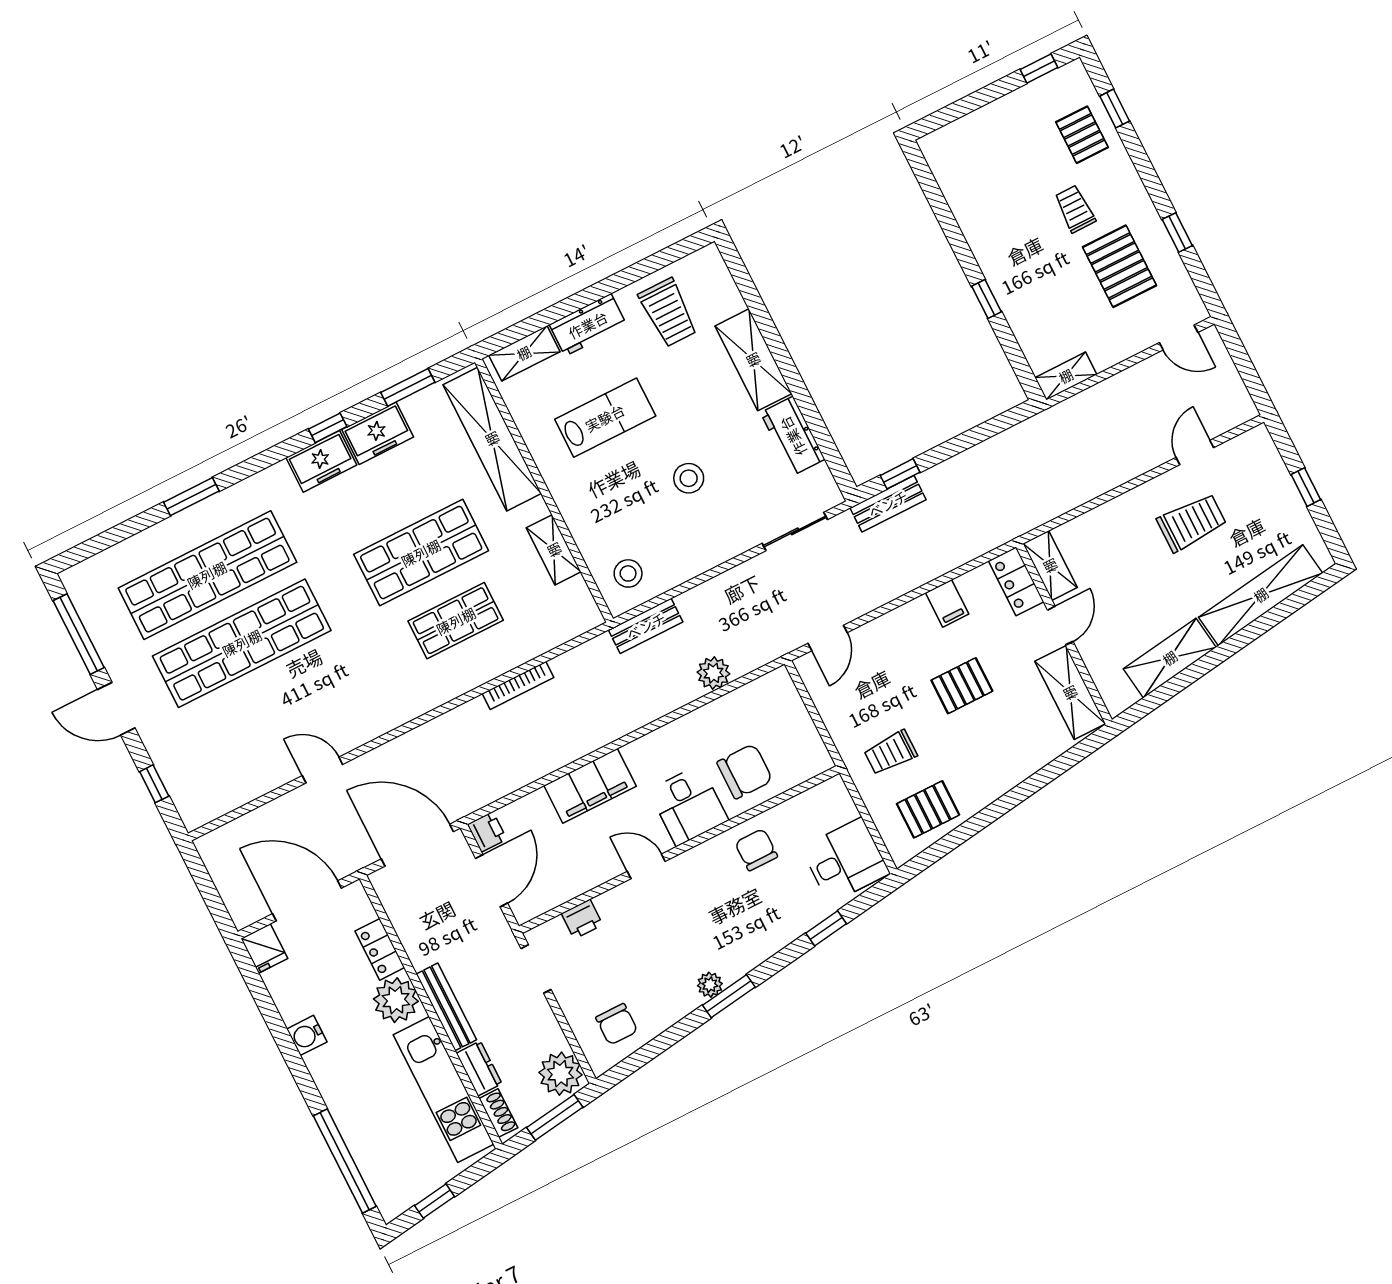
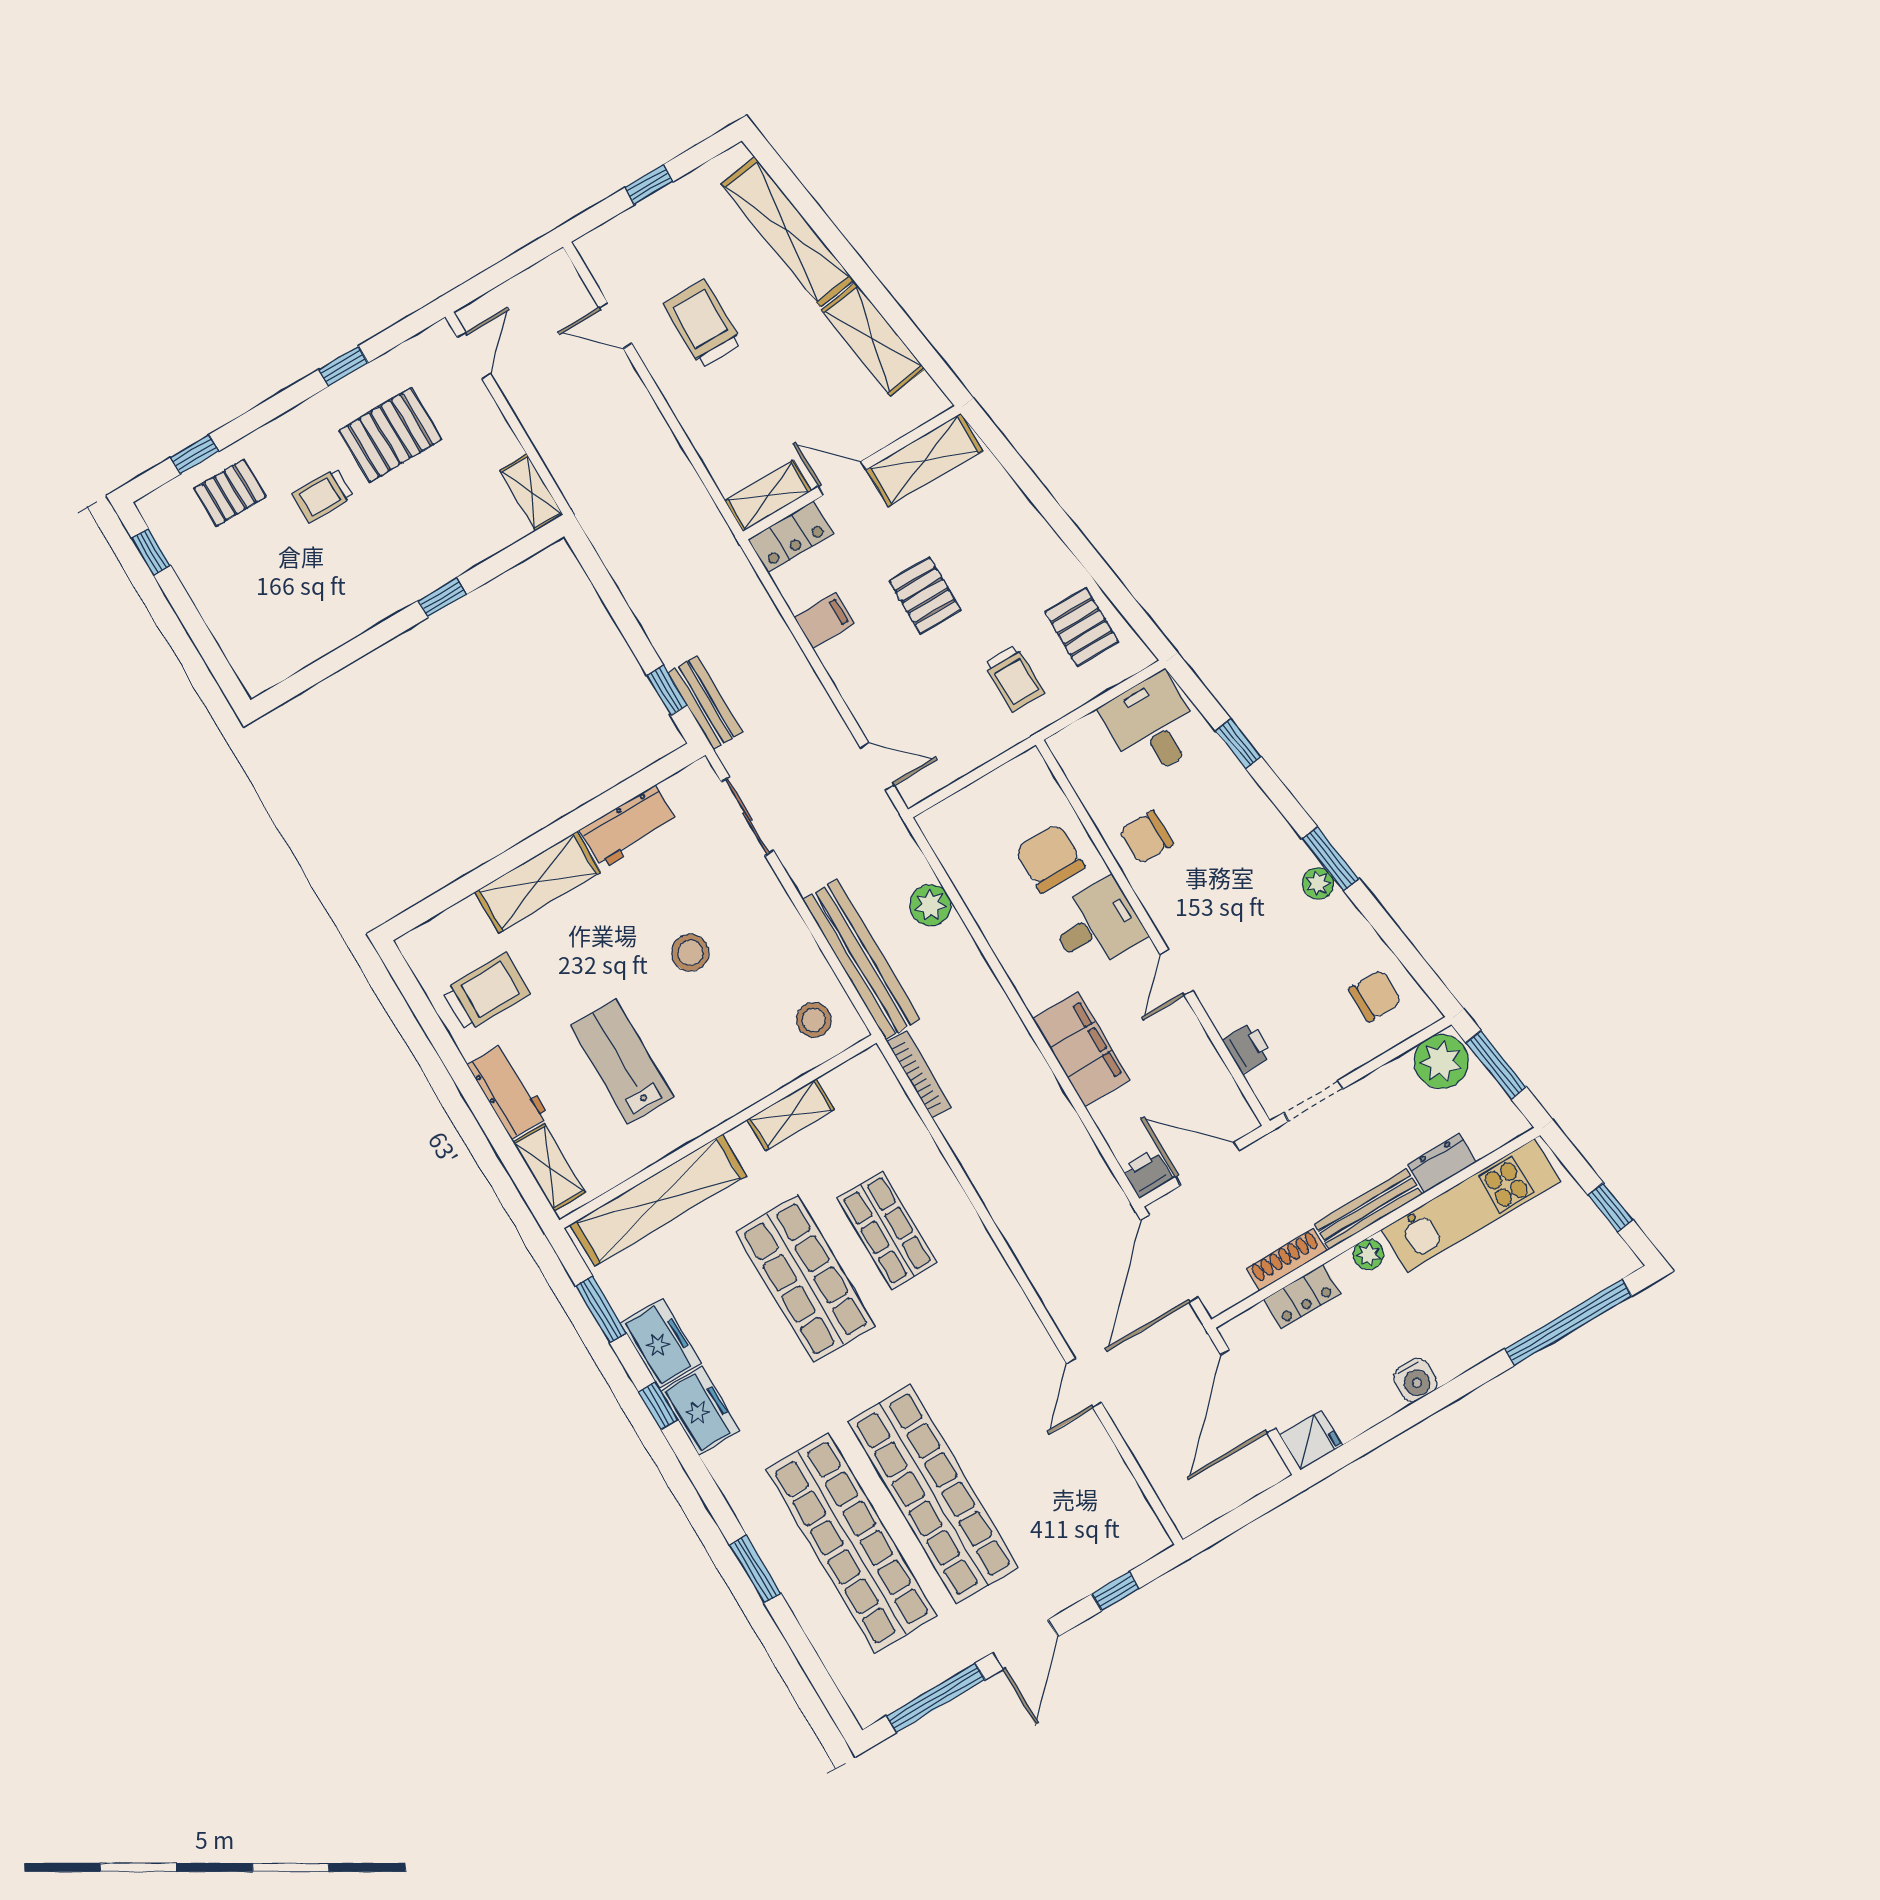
bench: (646, 626) -> (861, 959), width x1.86, depth x1.21
bookcase: (518, 686) -> (919, 1075), moved
plant: (396, 1000) -> (1368, 1254), width x0.53, depth x0.53
shoe rack: (498, 1113) -> (1286, 1260), moved, width x1.43

